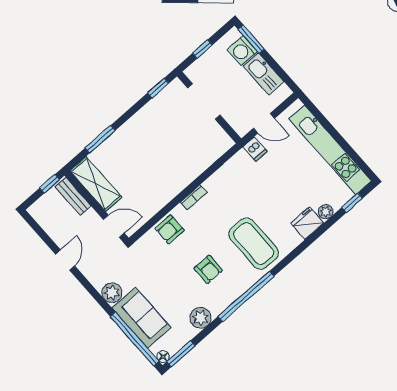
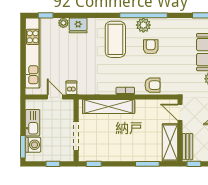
shelving: (197, 164) -> (109, 107), added
plant: (201, 318) -> (143, 25), moved

